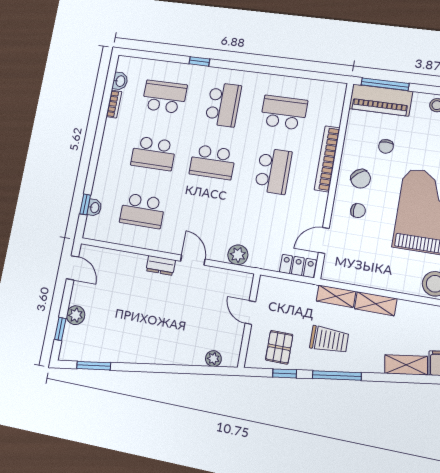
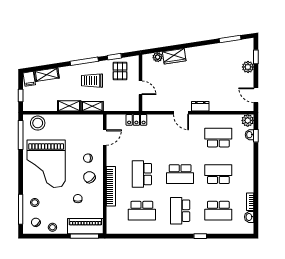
school desk: (212, 162) -> (180, 174), turned 180
plant: (238, 255) -> (248, 120), moved
locker: (298, 266) -> (136, 120), moved
wardrobe: (186, 355) -> (174, 56), added

